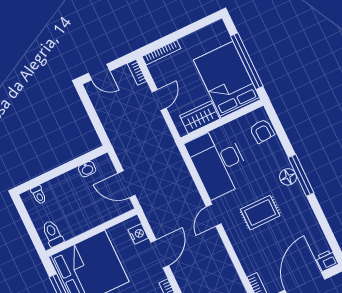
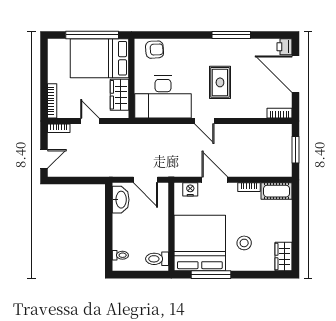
washbasin: (87, 169) -> (121, 200), width x1.91, depth x1.45
window: (301, 175) -> (231, 35), moved
floor lamp: (288, 177) -> (202, 46), removed
door: (127, 184) -> (145, 180), hinge flipped

